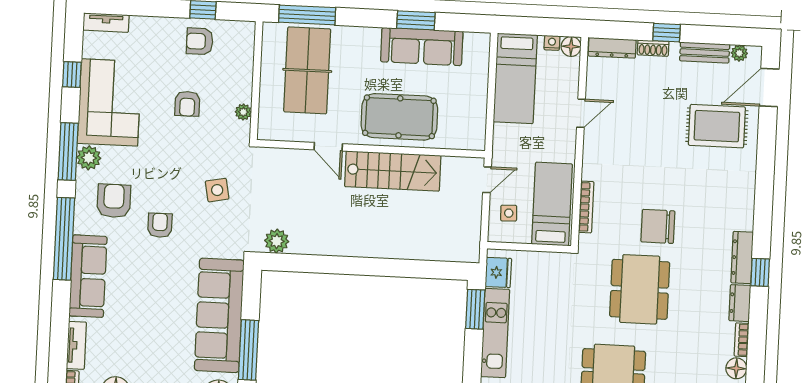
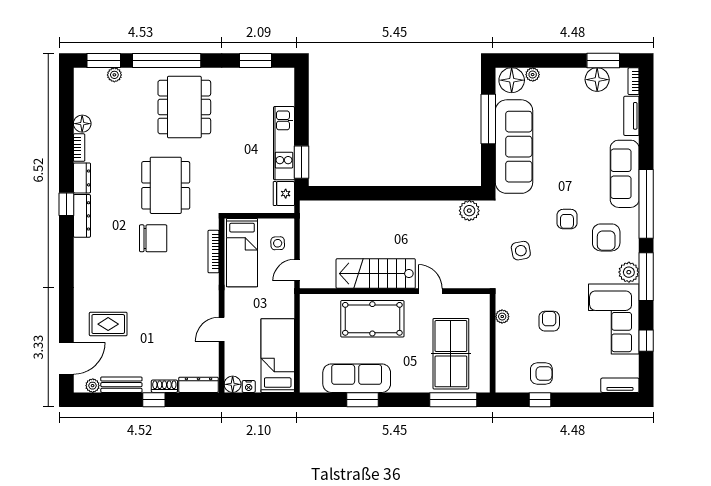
rug: (717, 126) -> (108, 324), width x0.73, depth x0.70

